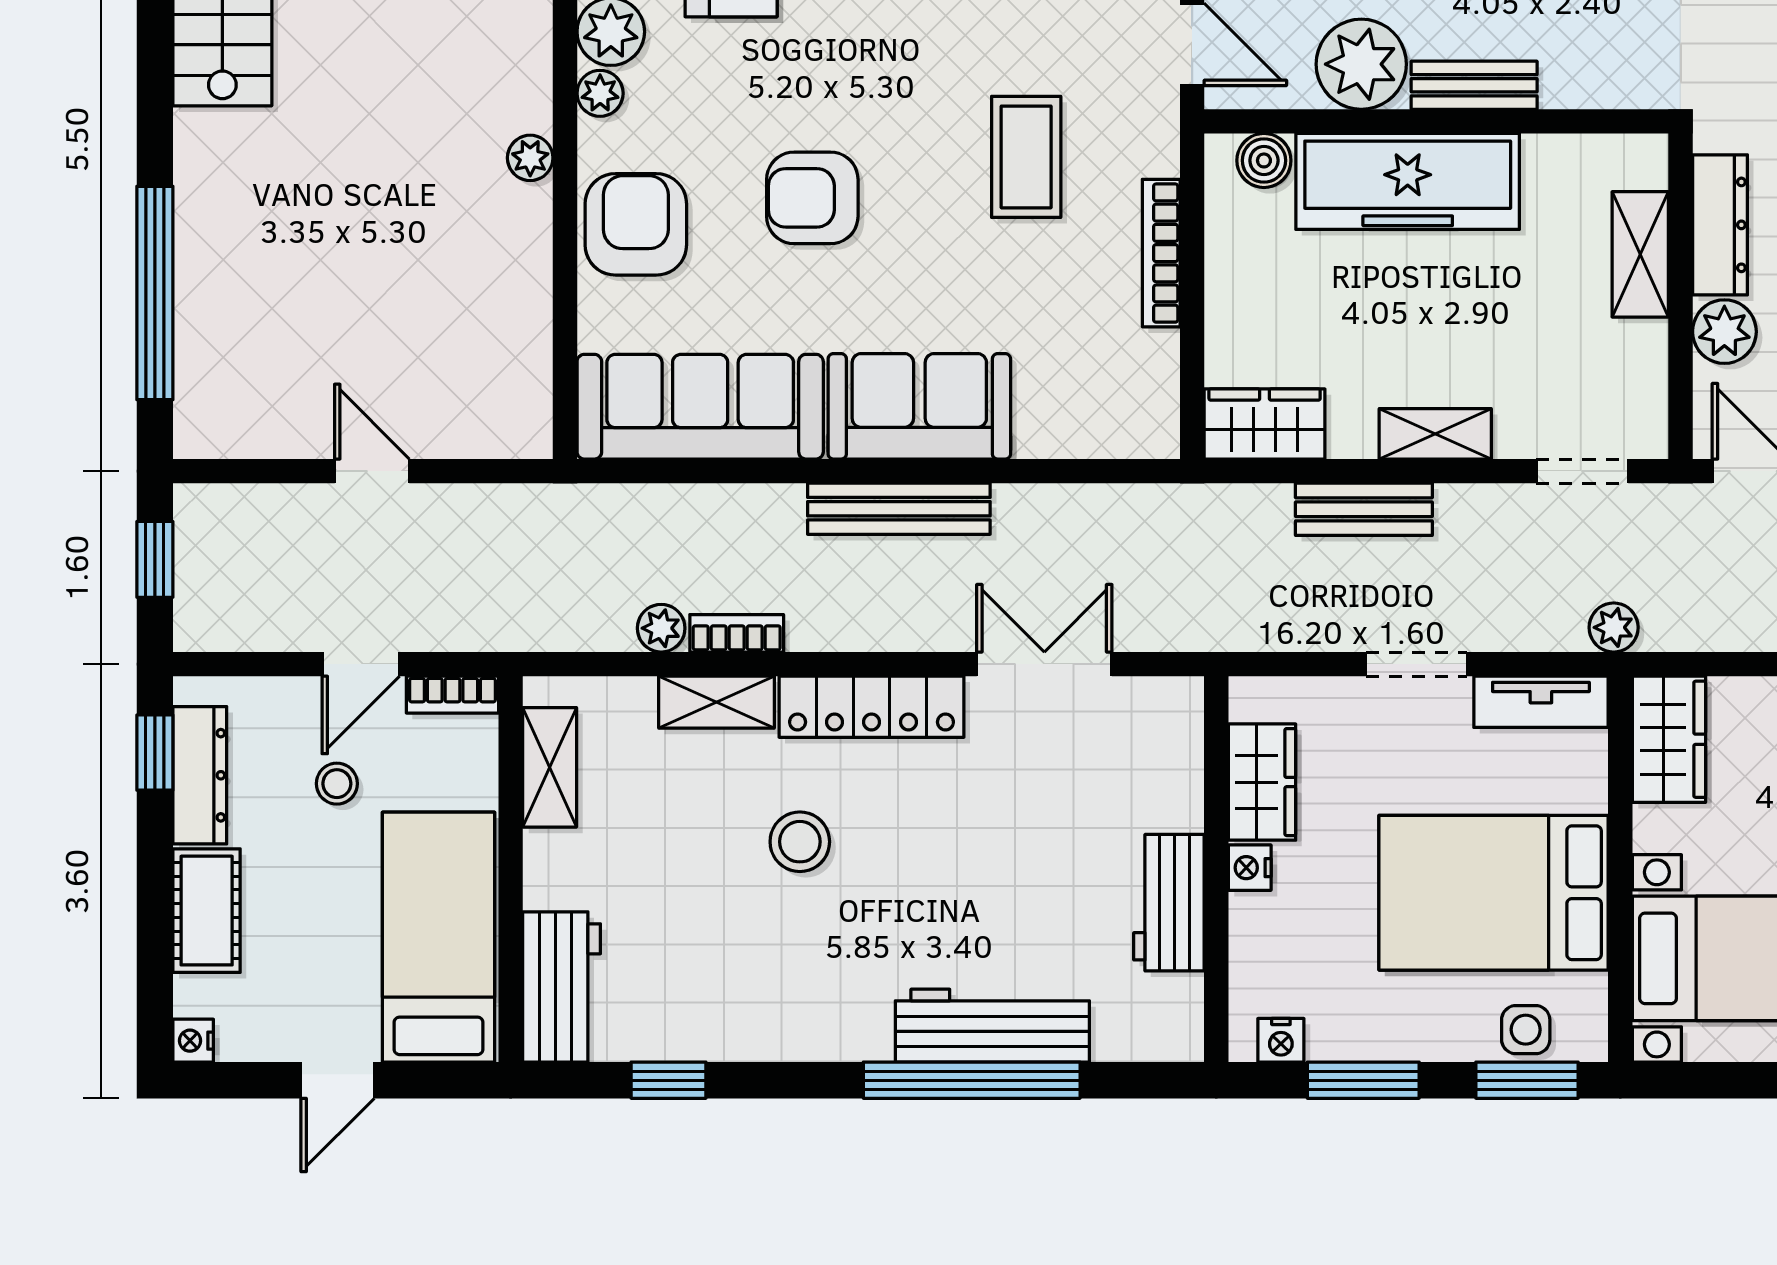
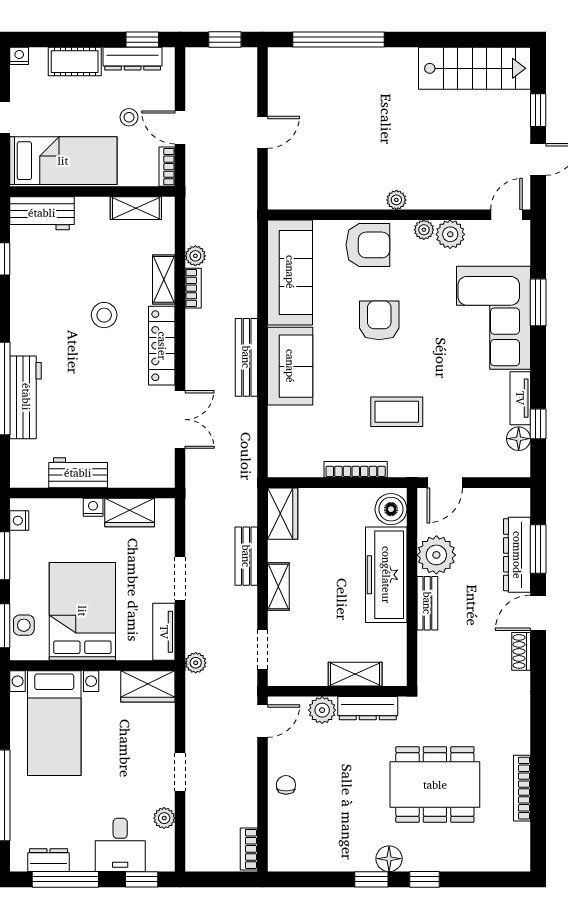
boiler: (1264, 160) -> (391, 509), width x1.36, depth x1.36

